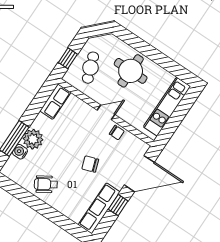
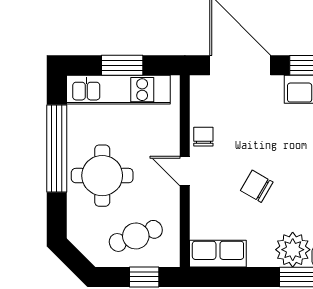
window: (158, 58) -> (57, 148), added
window: (178, 116) -> (122, 65), added
chair: (90, 164) -> (257, 186), moved, turned 139

